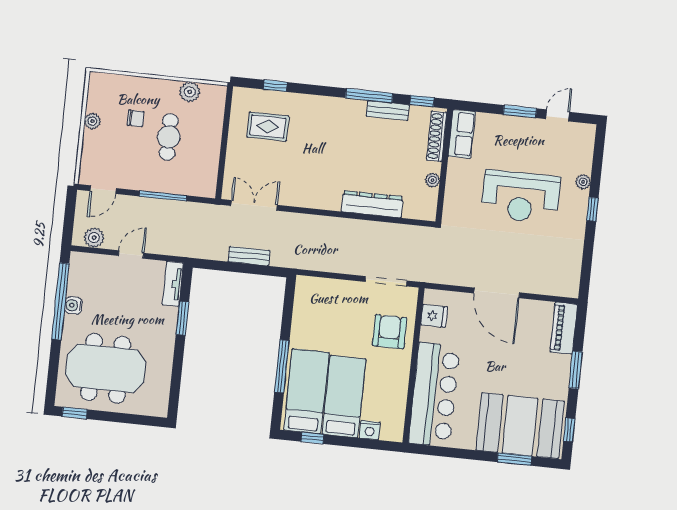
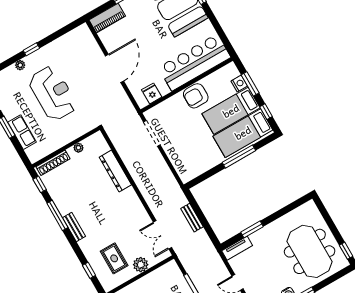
bench: (388, 110) -> (74, 227), moved
row of seats: (462, 134) -> (22, 132), moved, turned 90
plant: (237, 153) -> (141, 265), added
armchair: (390, 332) -> (196, 96), moved
window: (360, 443) -> (250, 84), added

